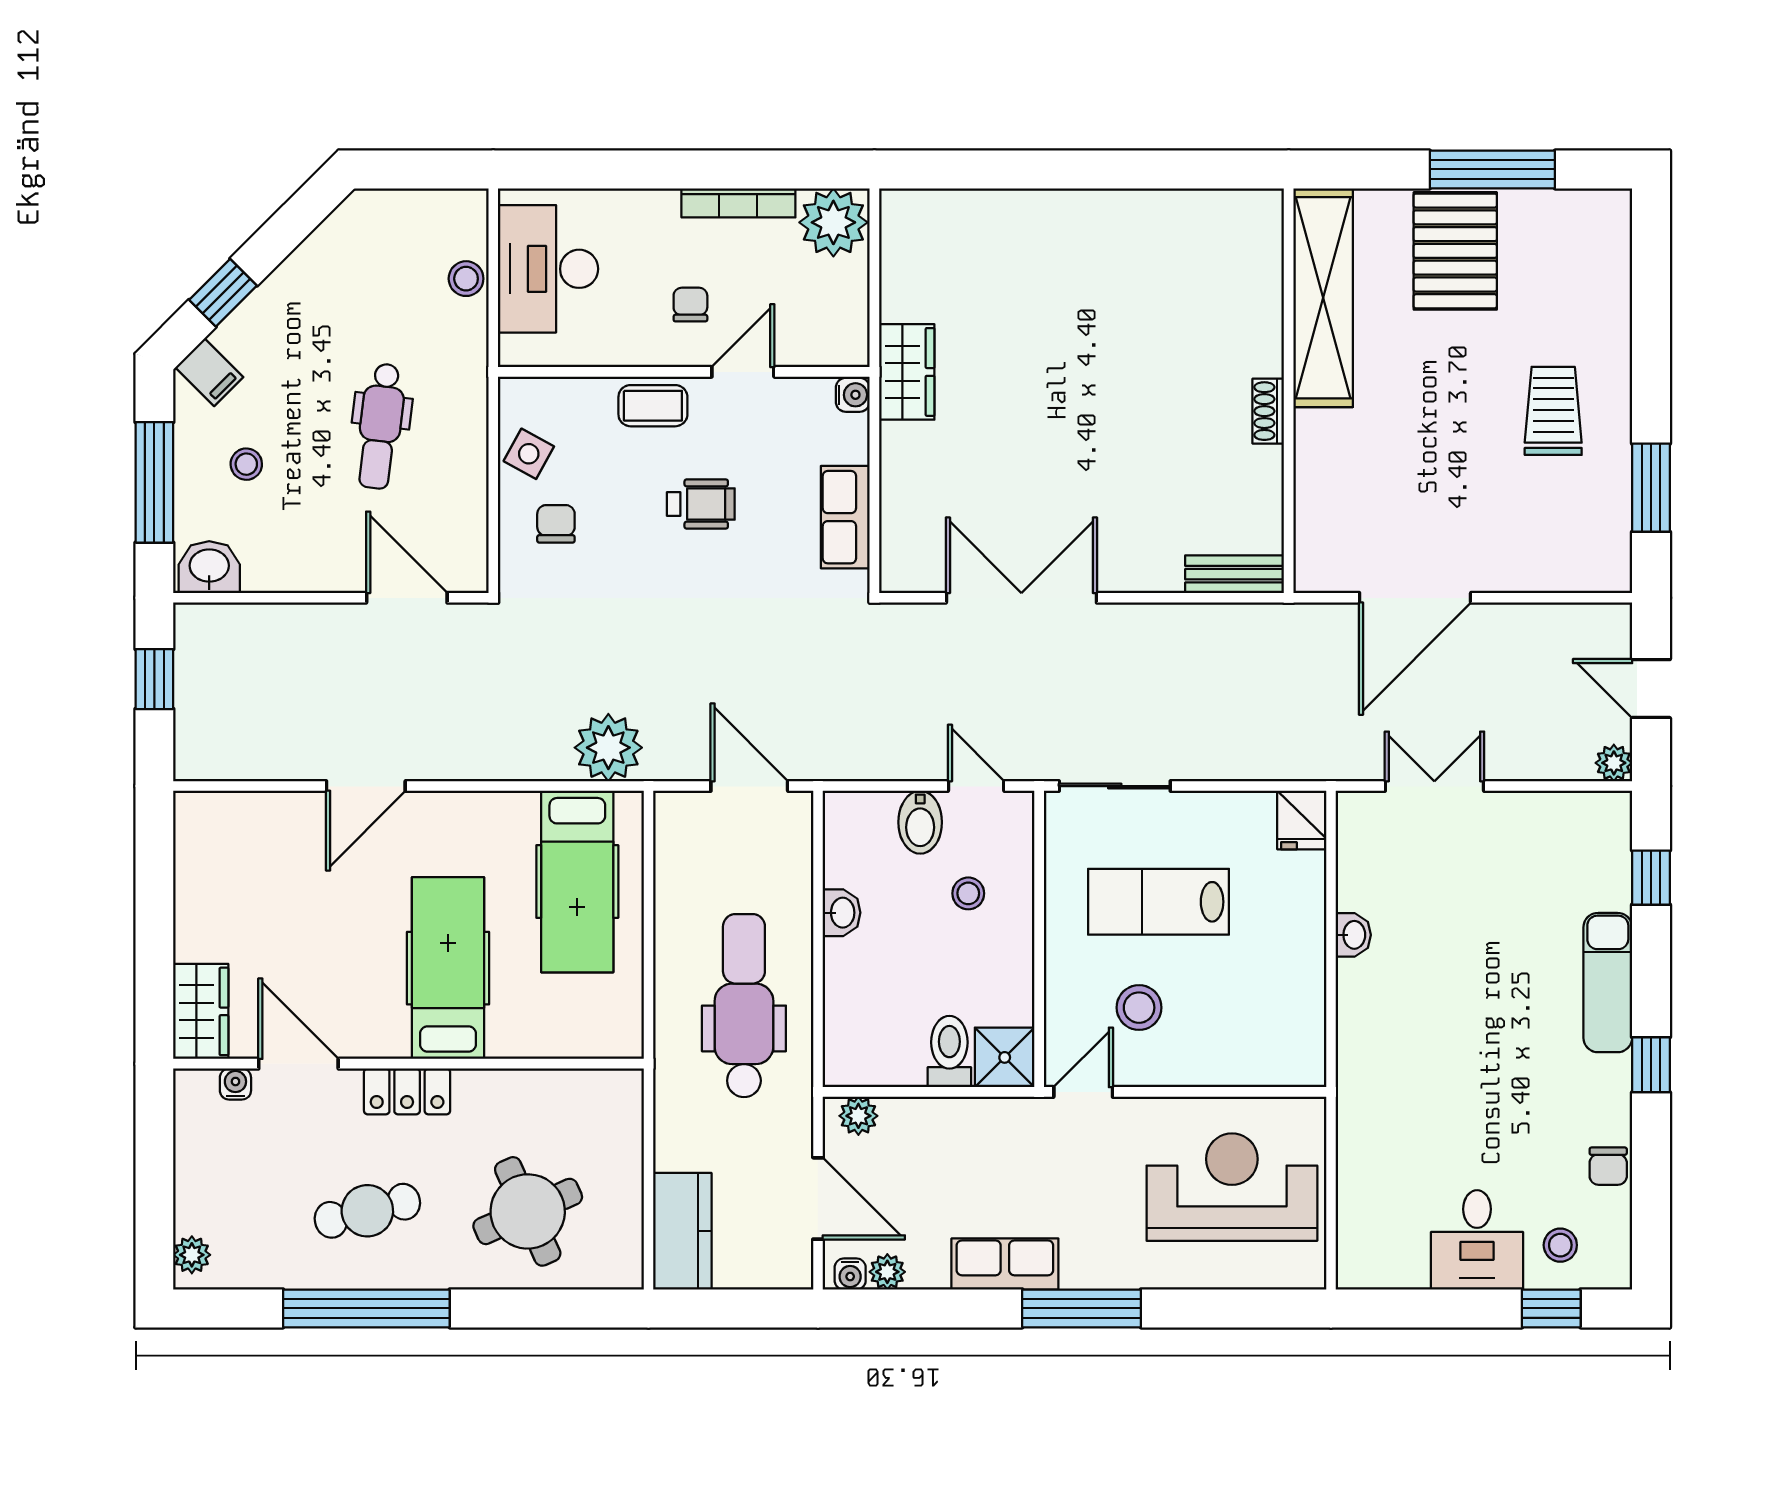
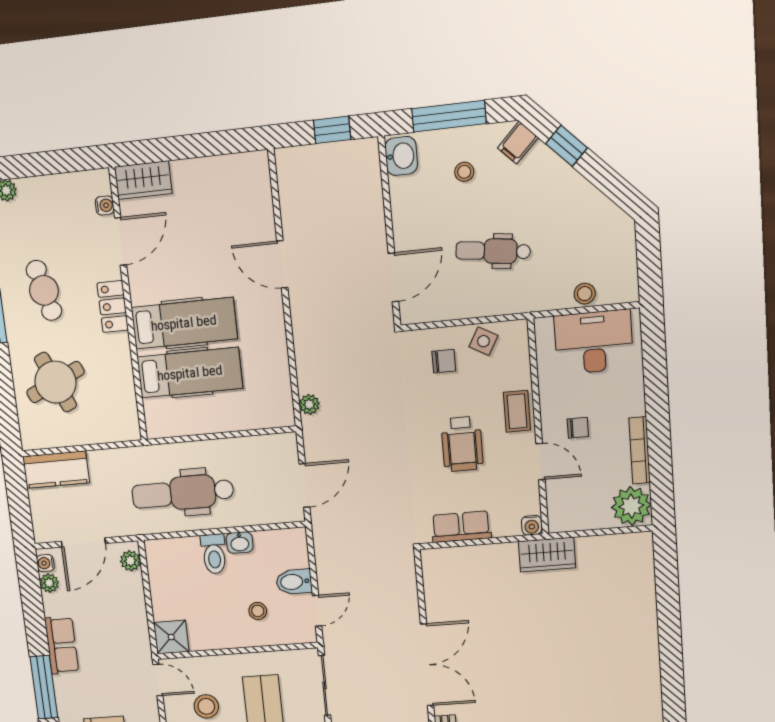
wheelchair: (701, 504) -> (462, 444), width x1.36, depth x1.37
double door: (1021, 598) -> (427, 665), moved
plant: (608, 748) -> (309, 404), width x0.53, depth x0.53
hospital bed: (577, 881) -> (190, 373), moved, turned 180
dental chair: (744, 1006) -> (183, 493), turned 180
toilet: (949, 1052) -> (214, 554), moved, turned 90

